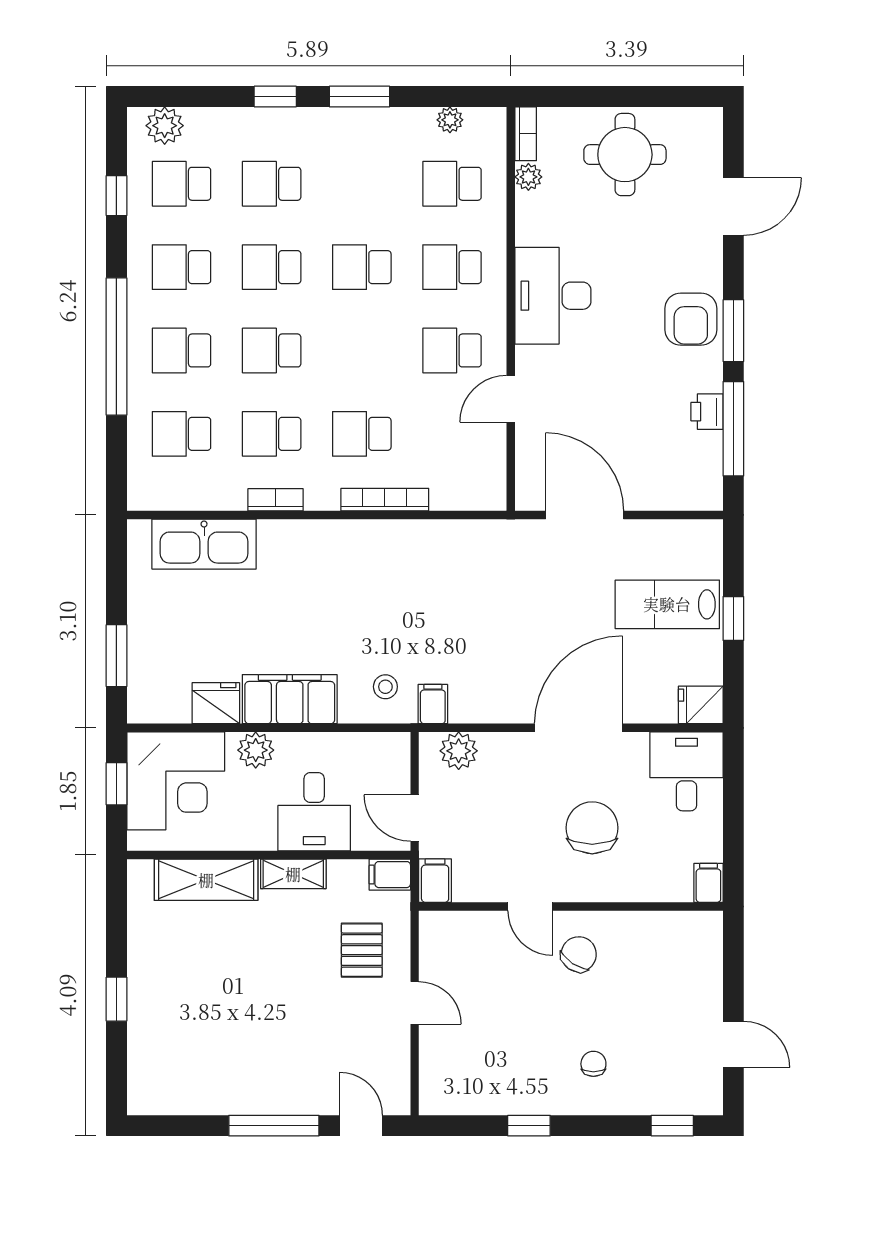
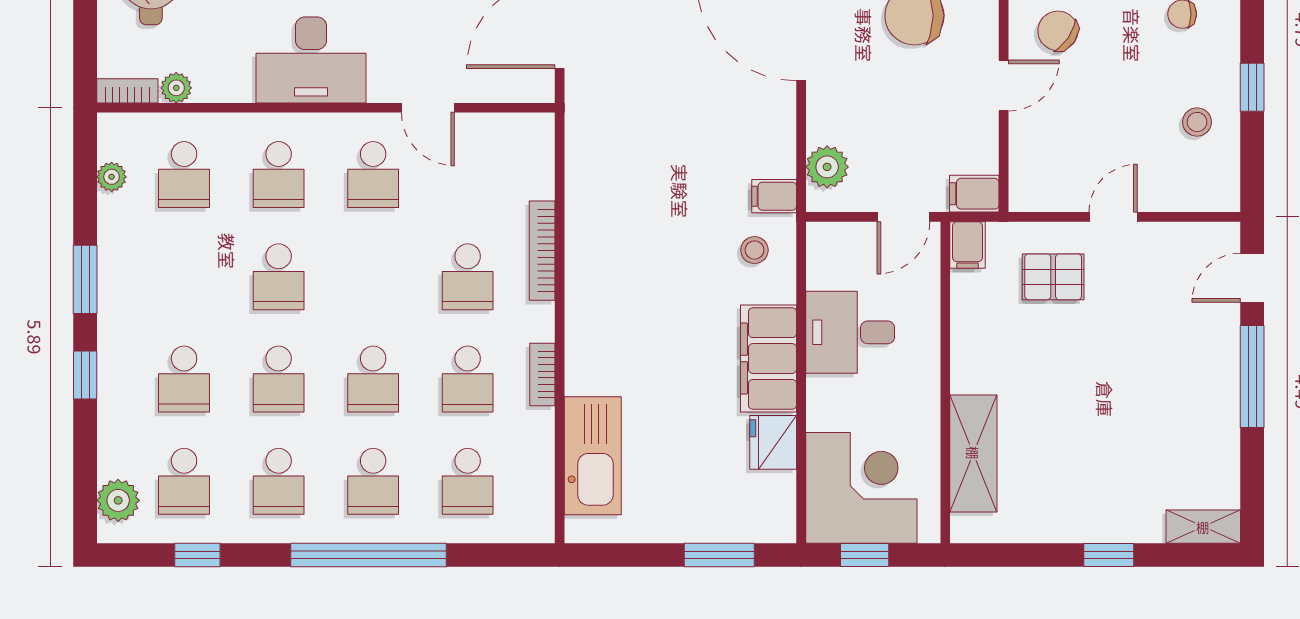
plant: (256, 750) -> (826, 397), removed
desk: (314, 812) -> (850, 332), moved, turned 180
shelving: (293, 874) -> (1203, 527), moved, turned 90
stool: (498, 1077) -> (1197, 122), added

